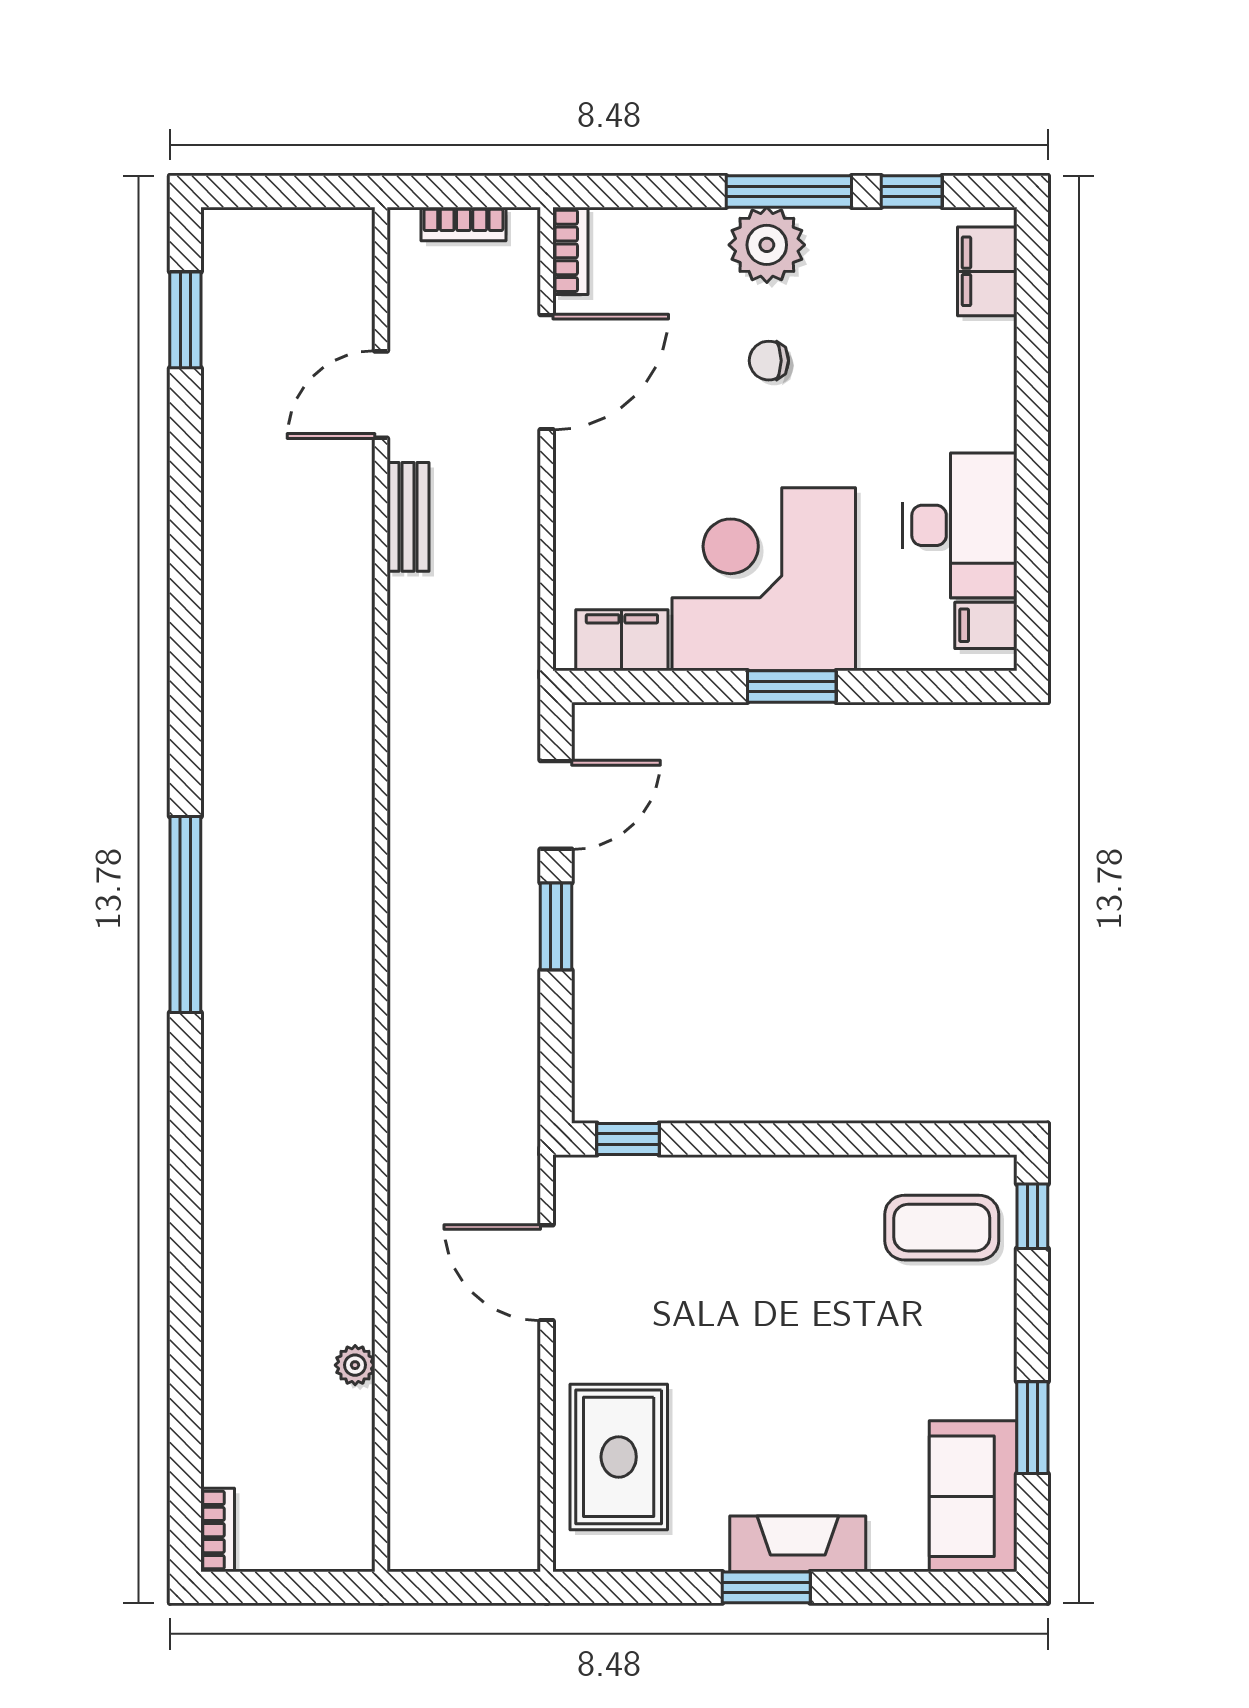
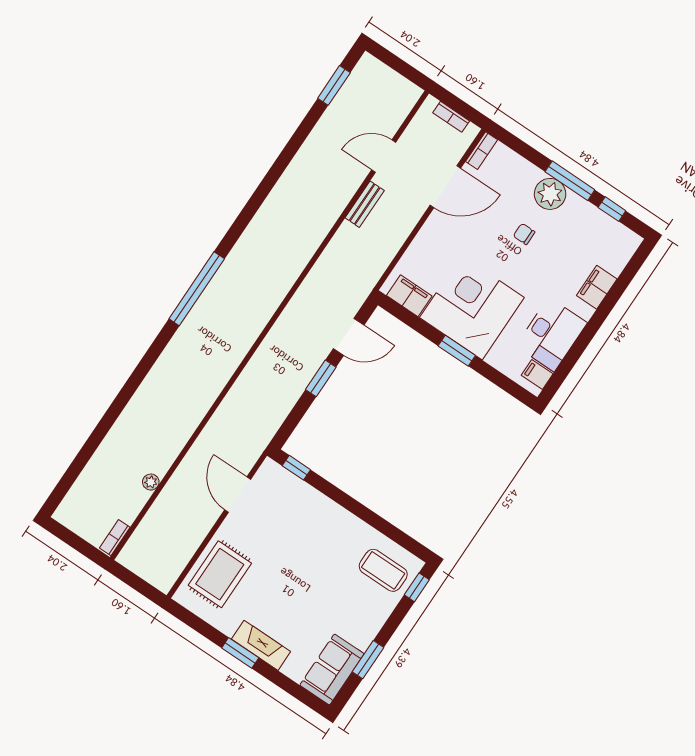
filing cabinet: (987, 271) -> (597, 287), moved
bookcase: (218, 1530) -> (115, 538), moved, turned 180

